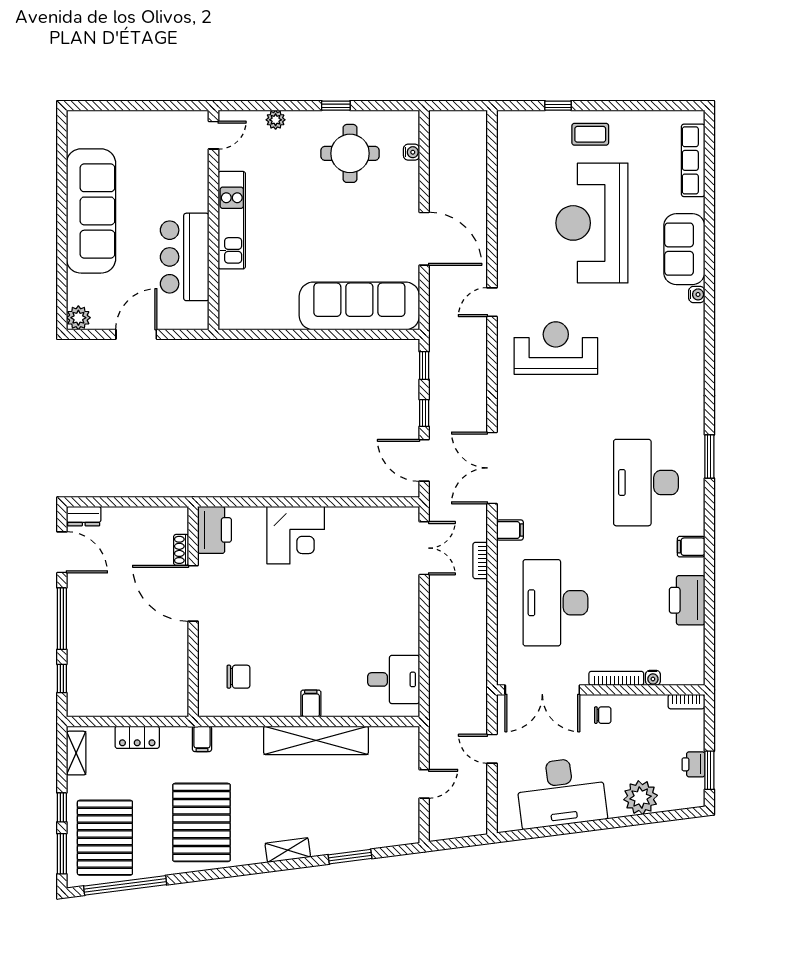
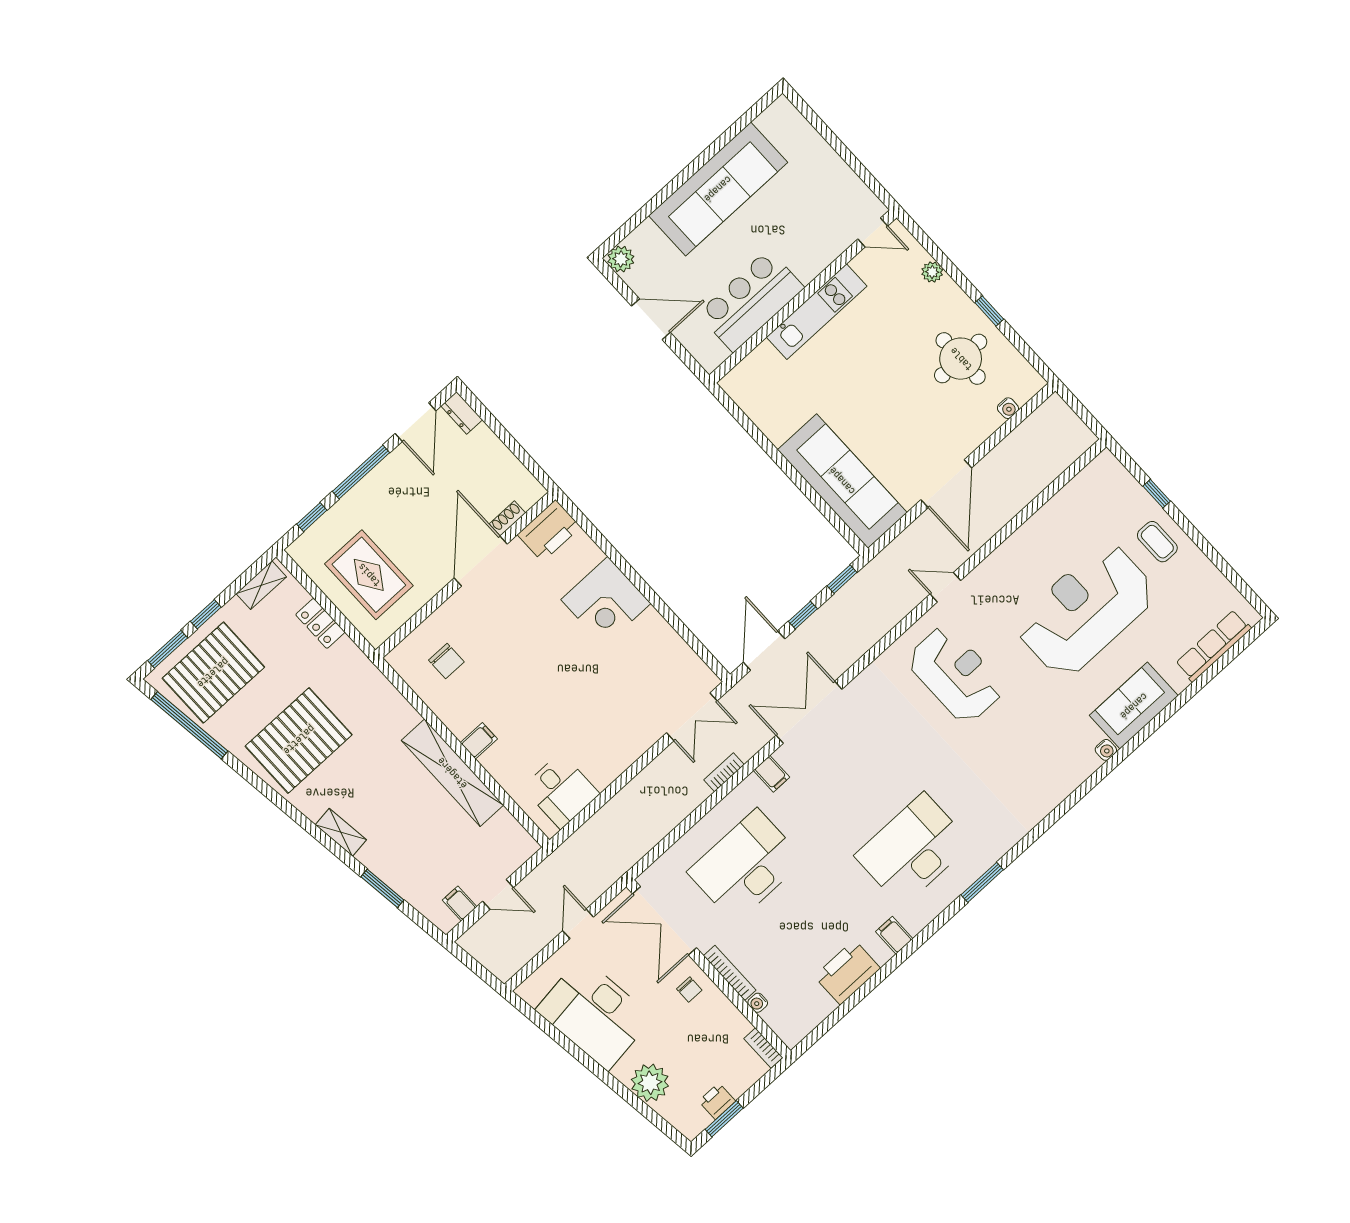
rug: (134, 676) -> (369, 575), added
filing cabinet: (202, 739) -> (460, 903), moved, turned 90

